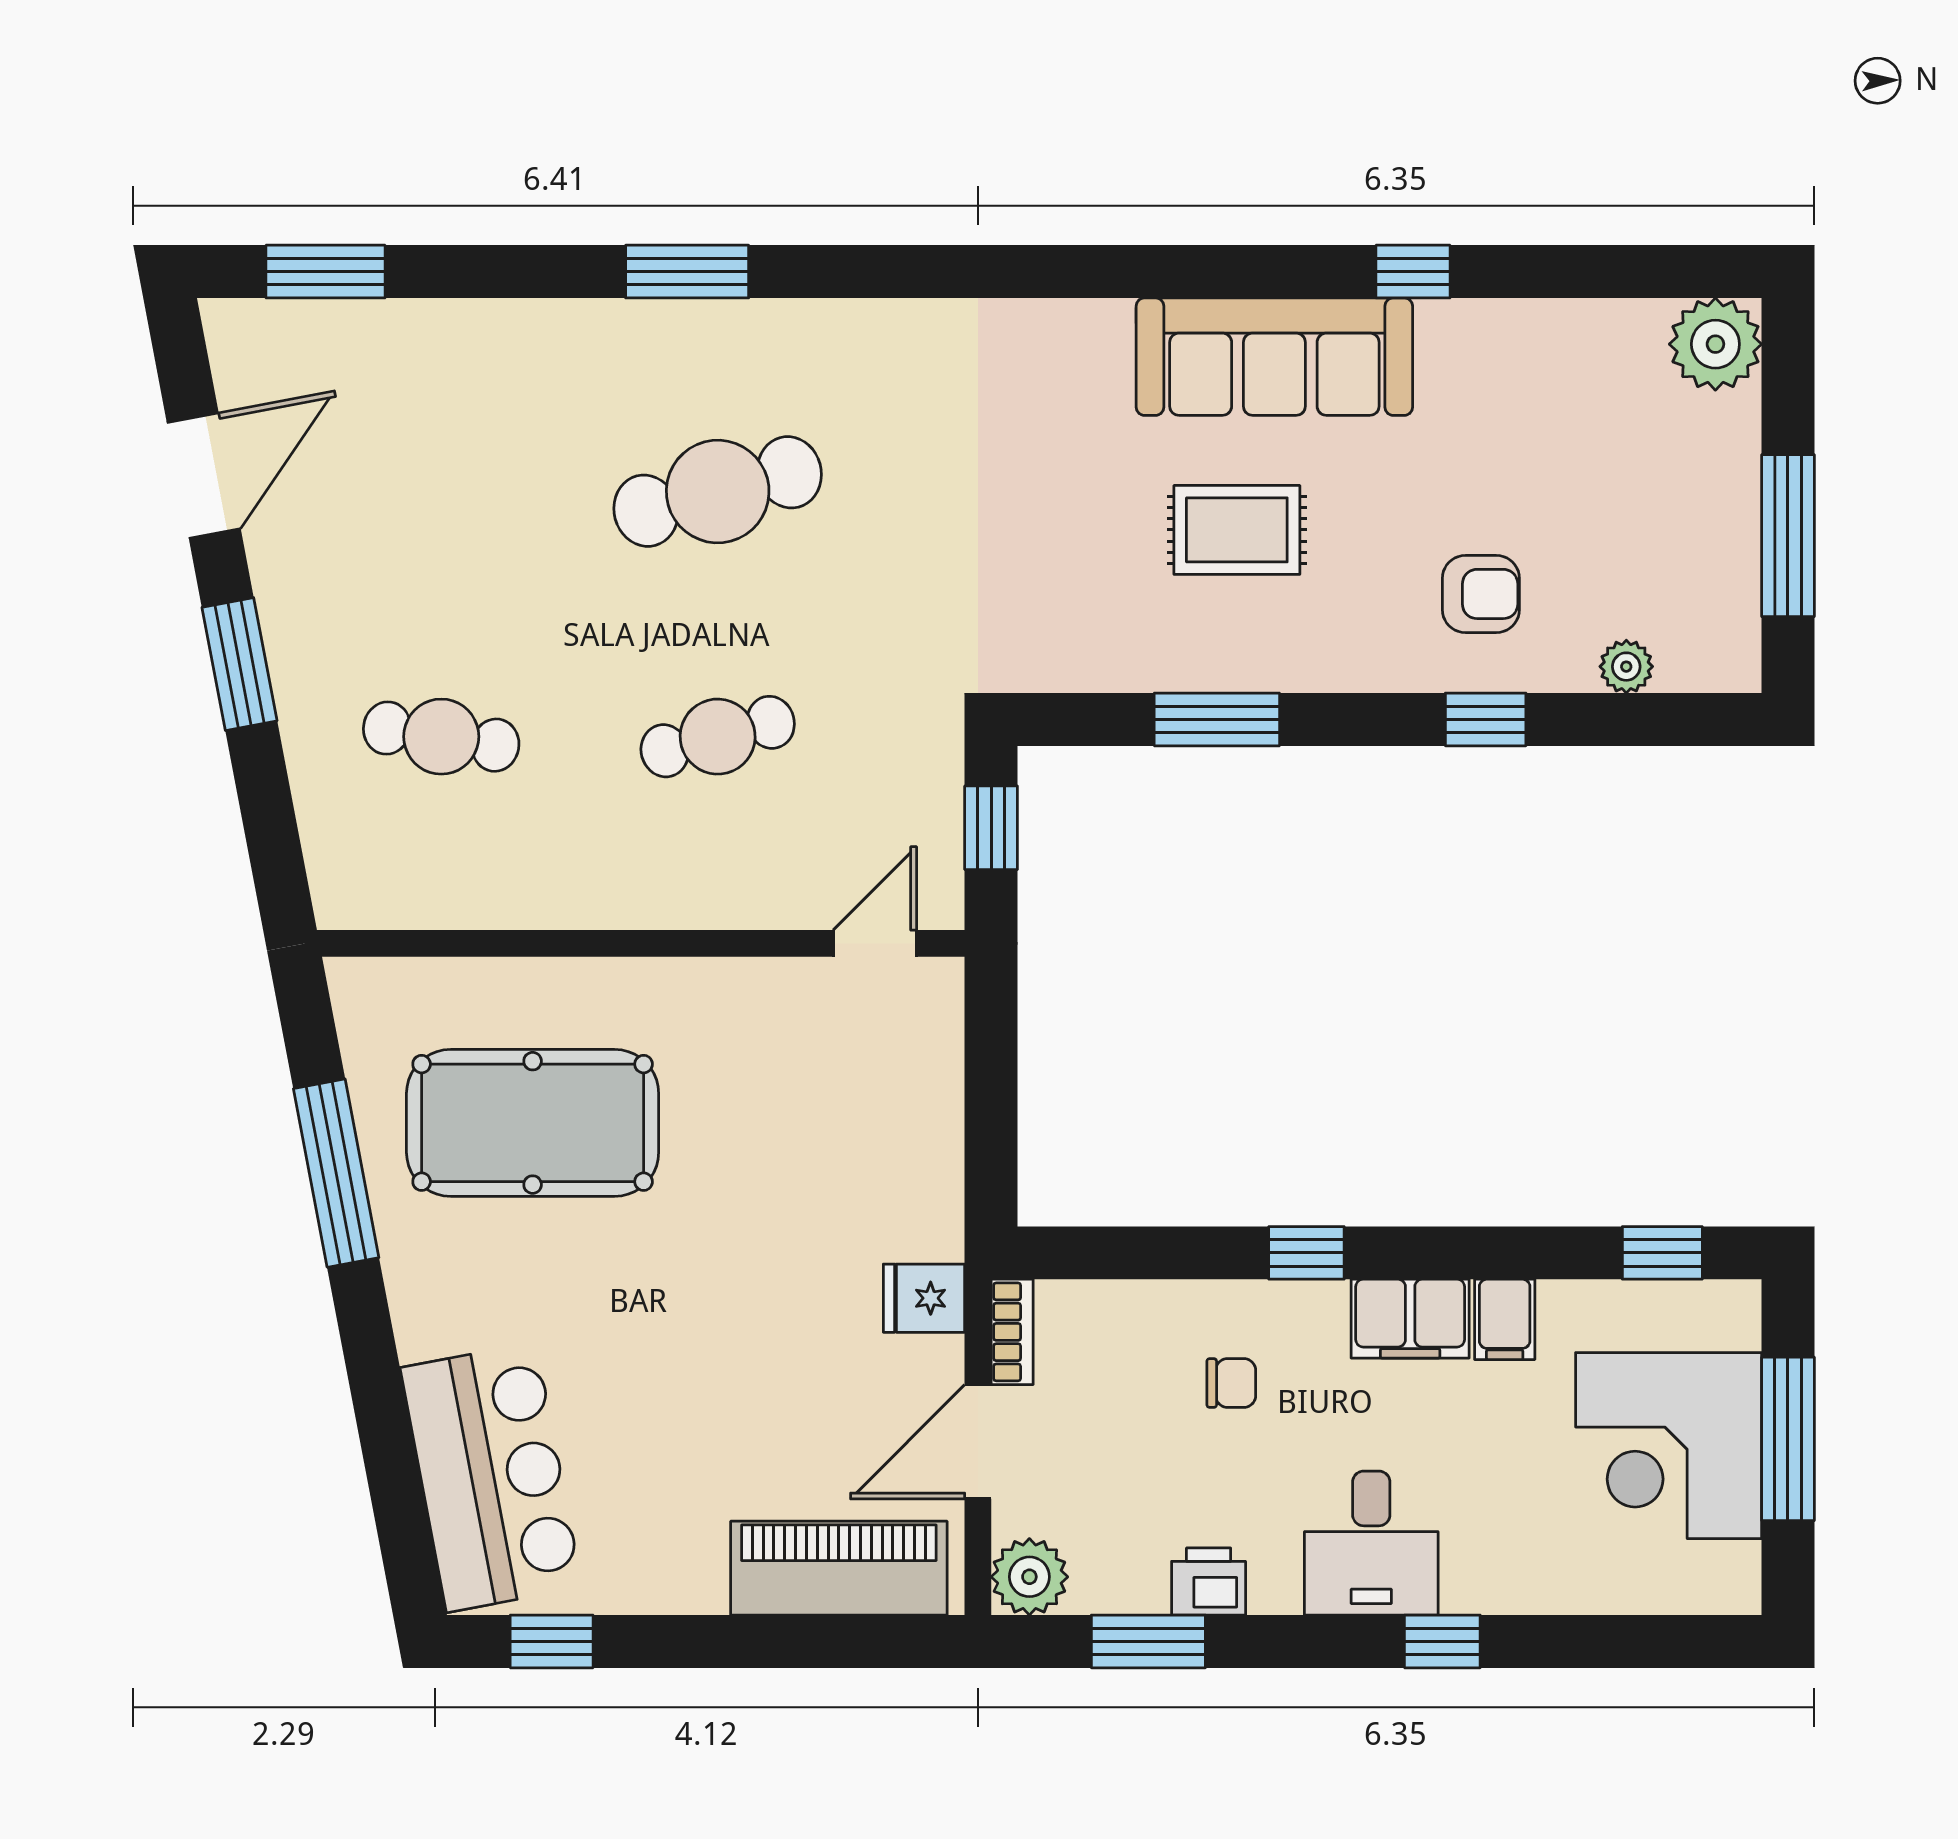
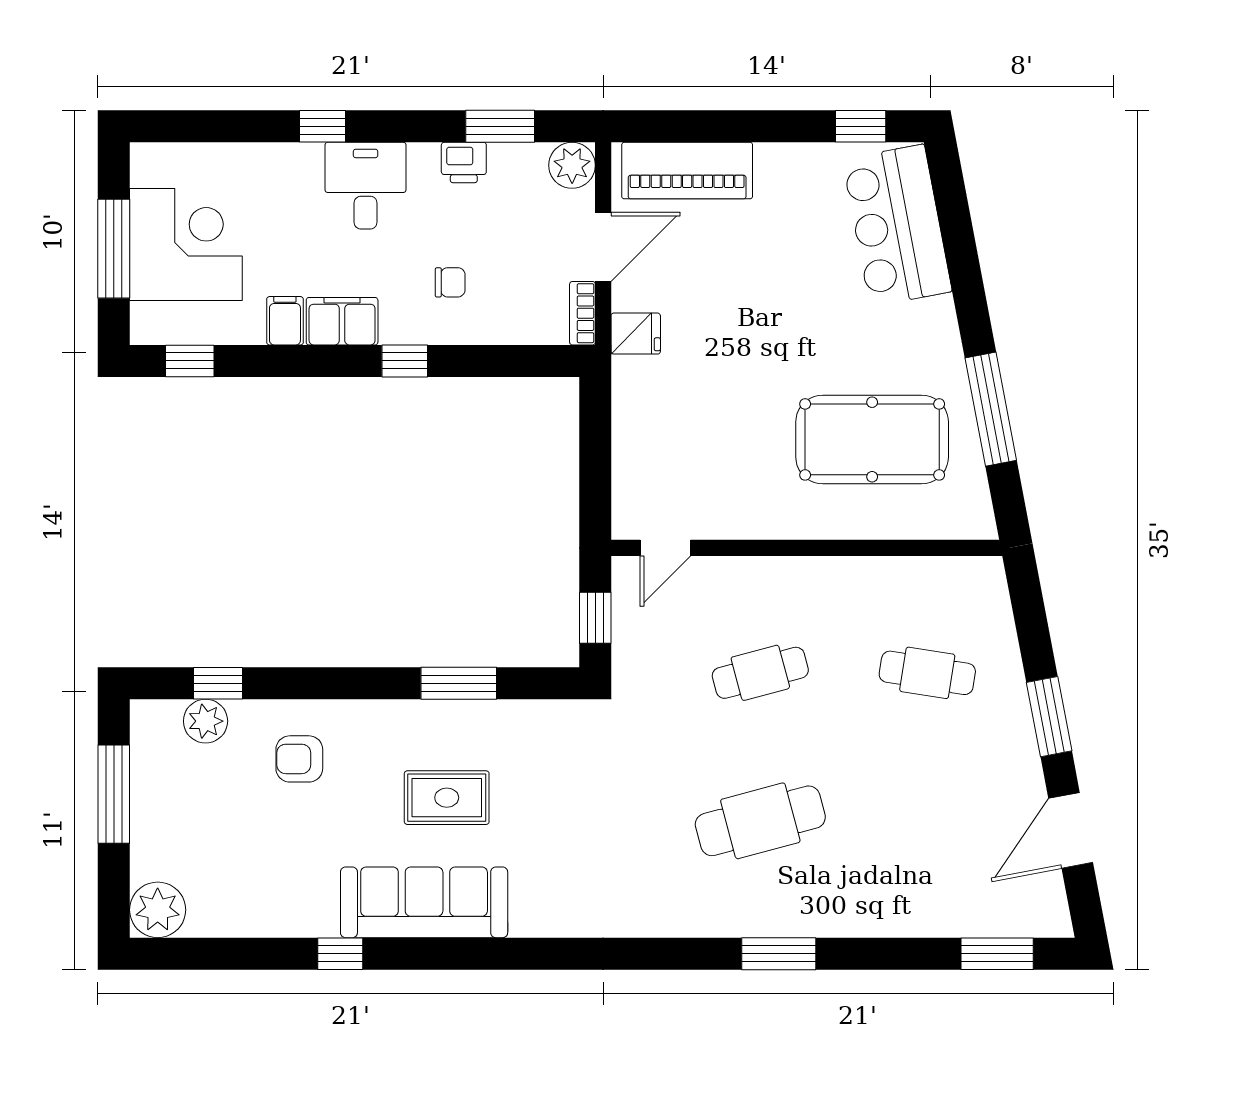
plant: (1626, 667) -> (206, 721), width x1.38, depth x1.38
window: (1486, 719) -> (218, 683), moved
chair: (1231, 1383) -> (450, 282), turned 180

